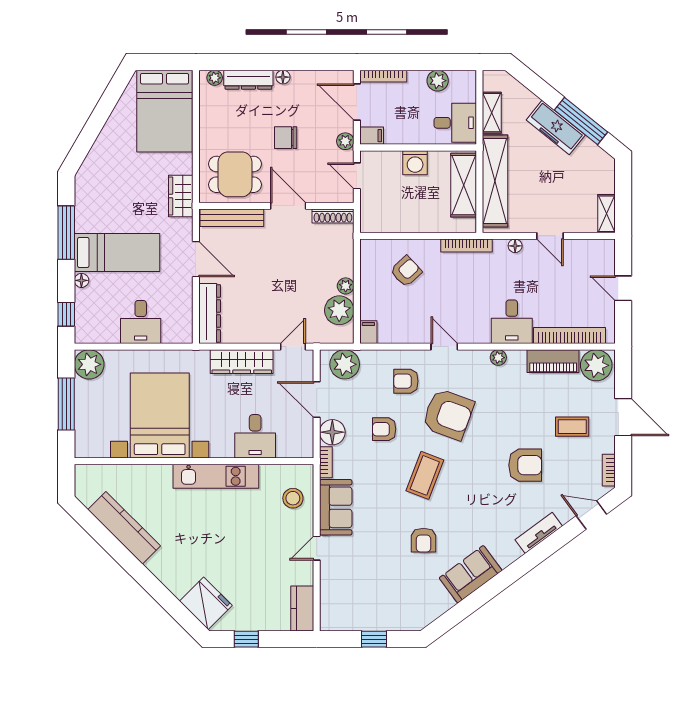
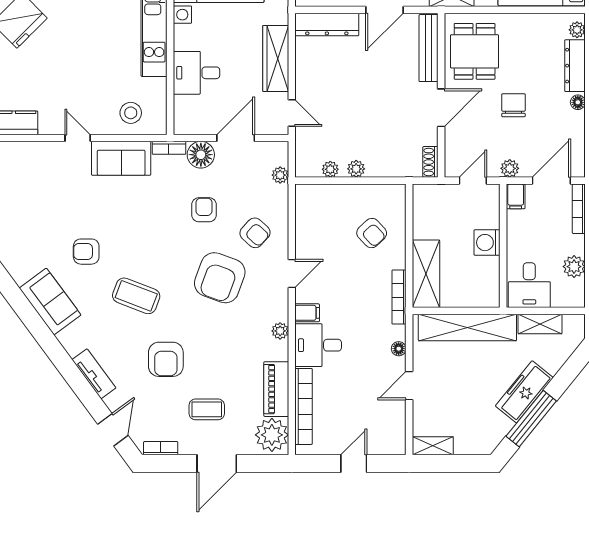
shelving: (464, 185) -> (426, 274), moved, turned 90
shoe rack: (333, 216) -> (430, 162), width x0.70
plant: (339, 310) -> (330, 169), width x0.53, depth x0.53
filing cabinet: (368, 332) -> (307, 313), moved
plant: (345, 364) -> (280, 175), width x0.53, depth x0.53
armchair: (406, 381) -> (255, 233), turned 132
coffee table: (572, 427) -> (207, 409), turned 90
coffee table: (425, 475) -> (136, 296), moved

